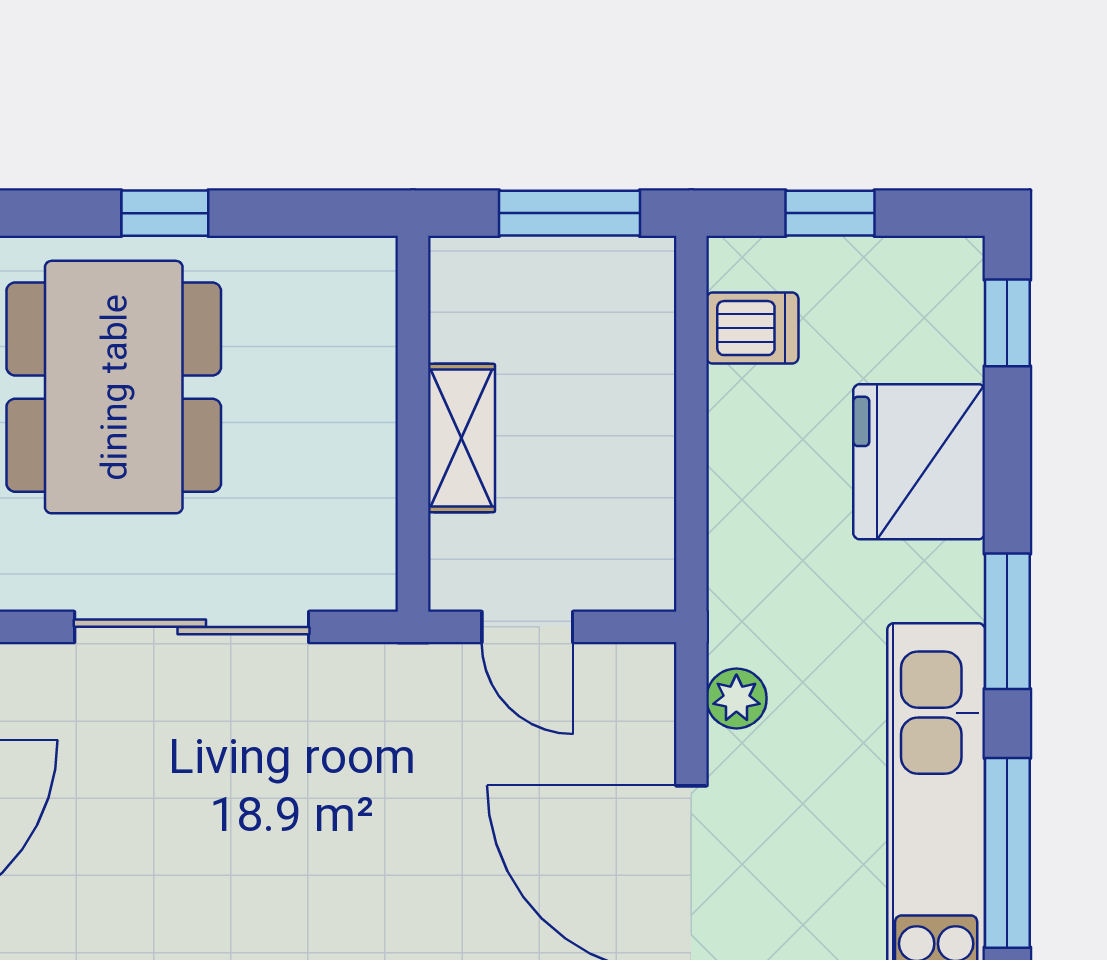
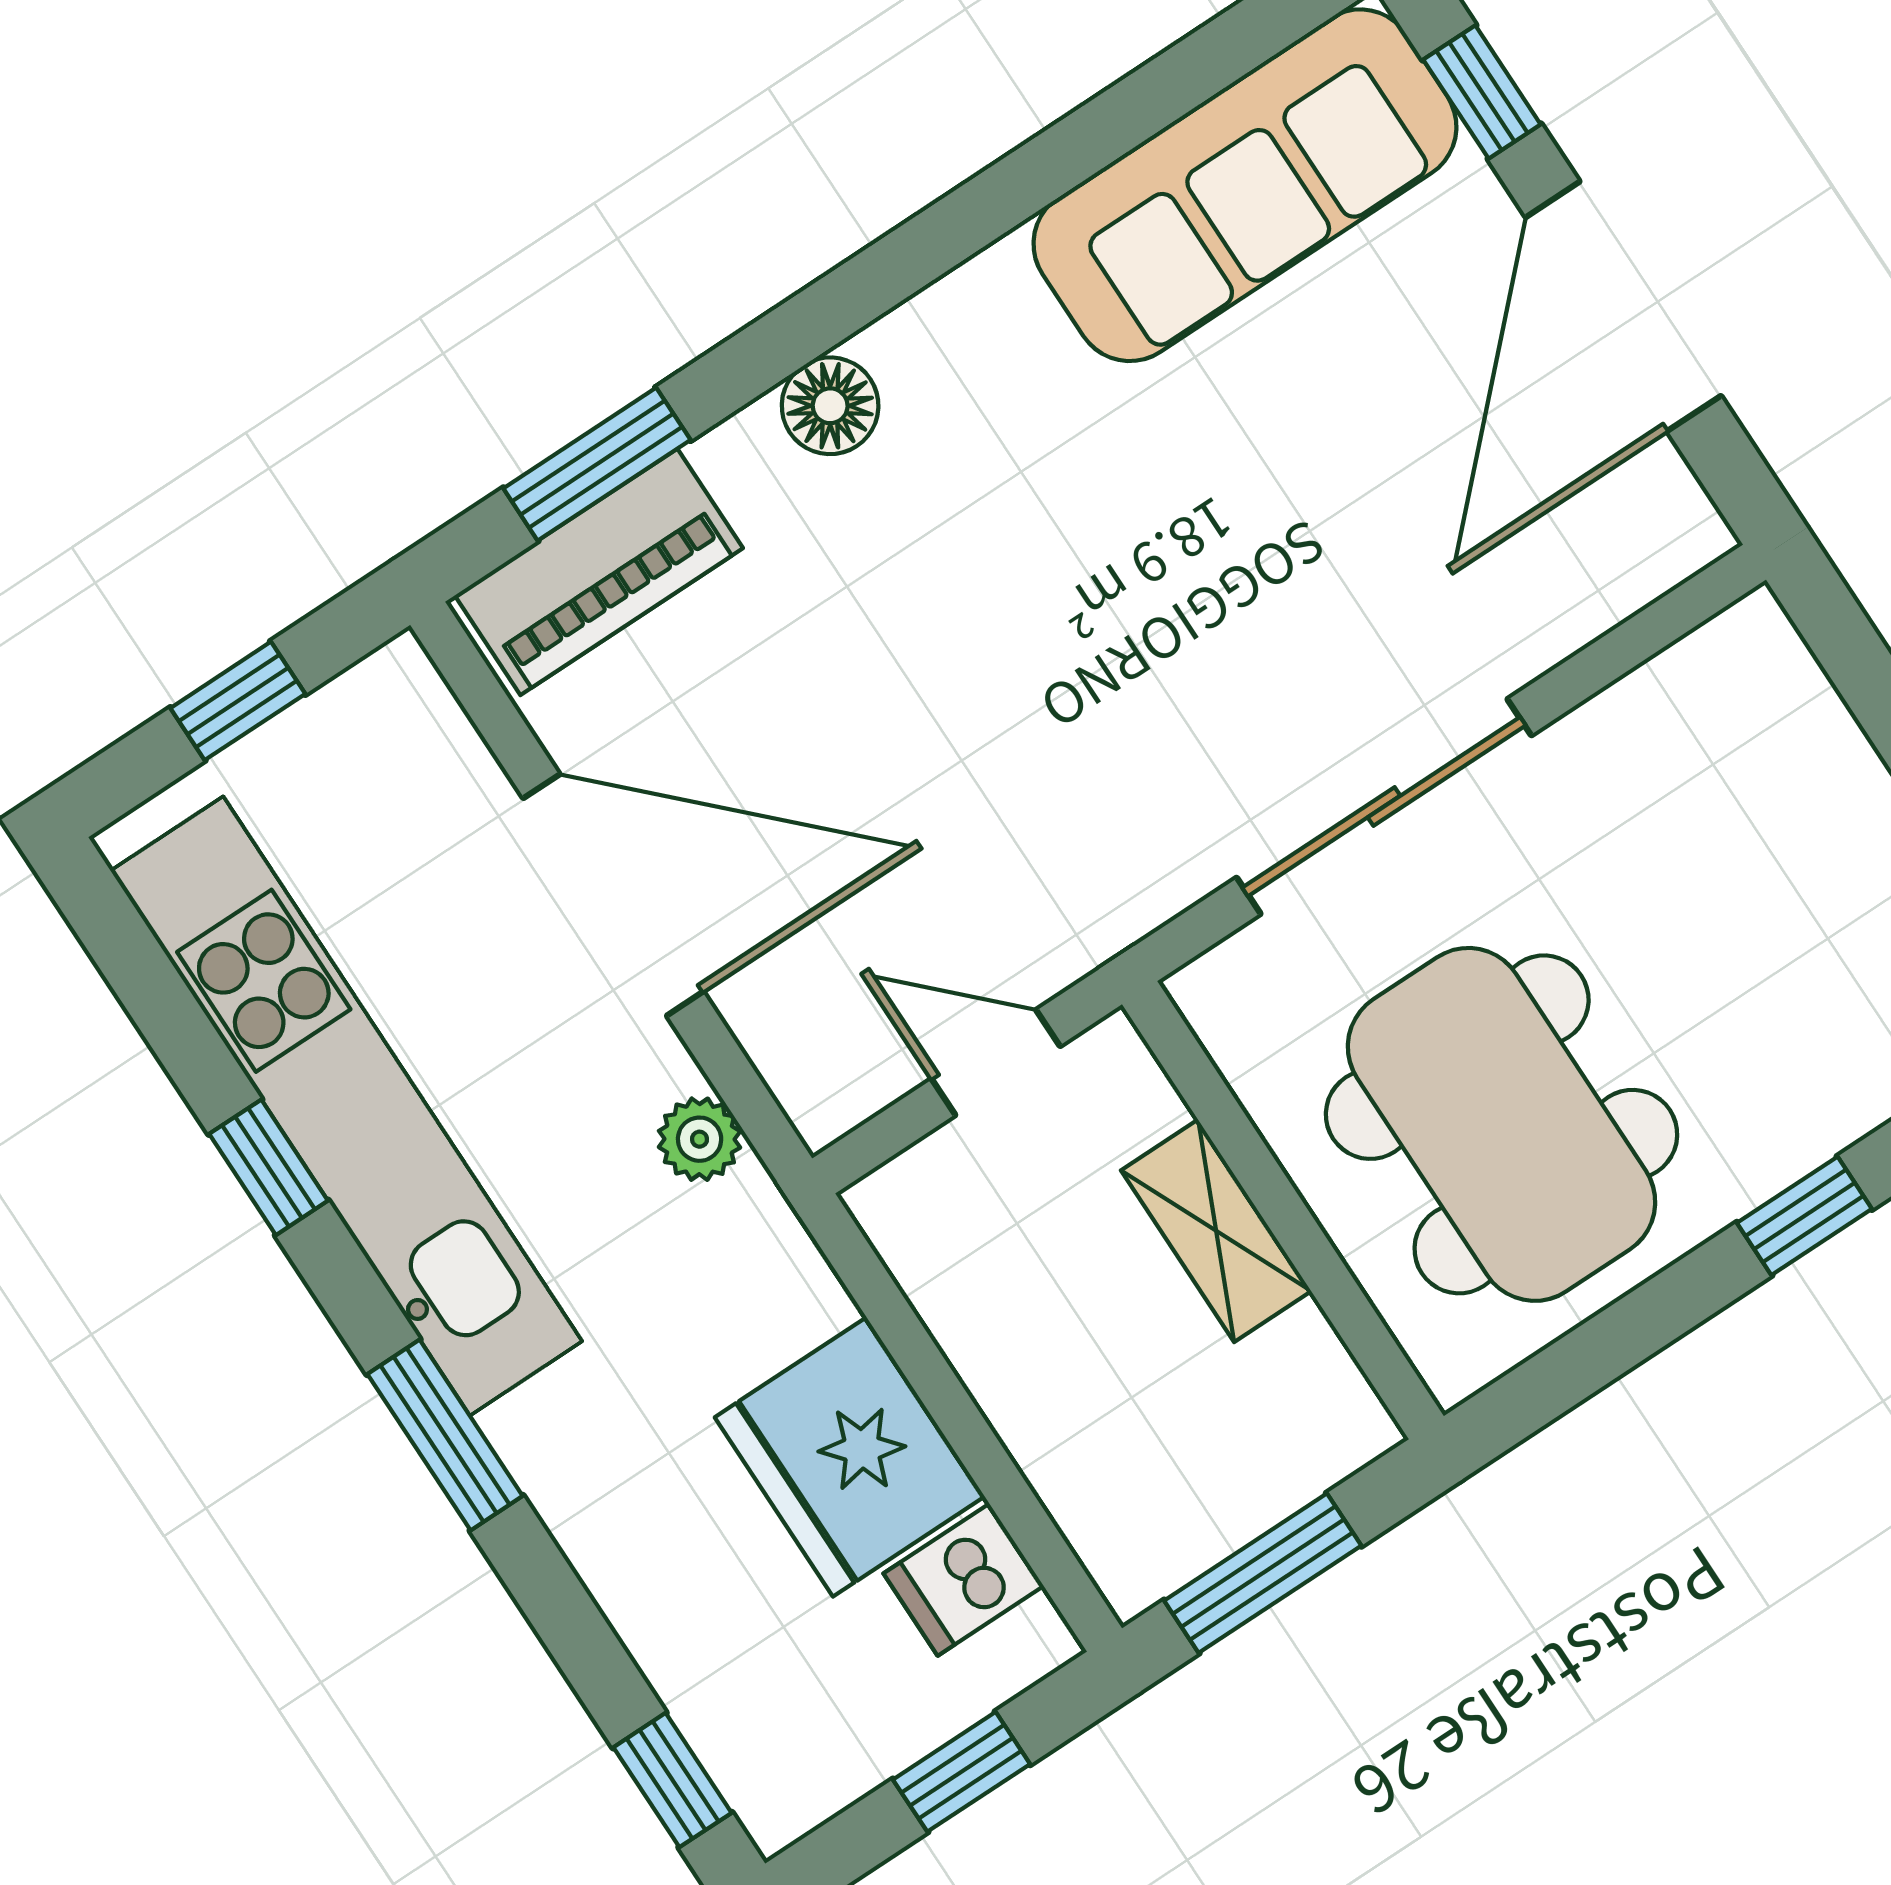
window: (165, 213) -> (1804, 1216), moved
dining table: (114, 387) -> (1502, 1124), moved
fridge: (919, 462) -> (850, 1457), moved, turned 180
window: (1007, 853) -> (269, 1167), width x0.46

